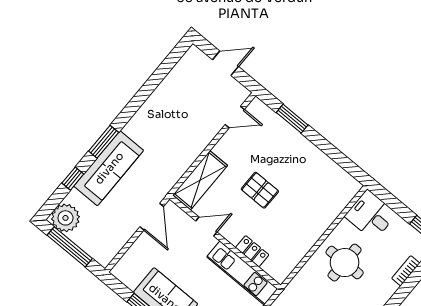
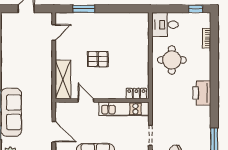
door: (152, 217) -> (54, 132), moved
door: (206, 226) -> (86, 100), hinge flipped
locker: (252, 251) -> (136, 94), moved

